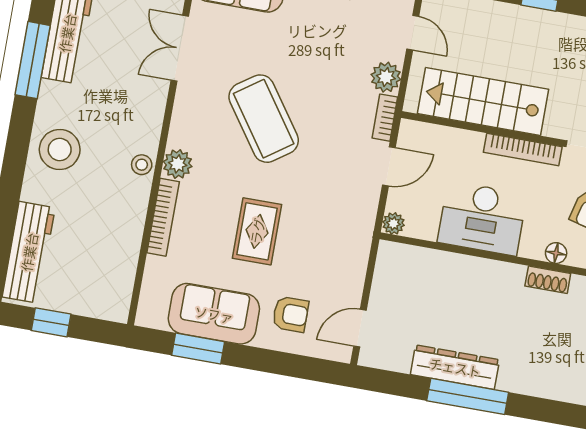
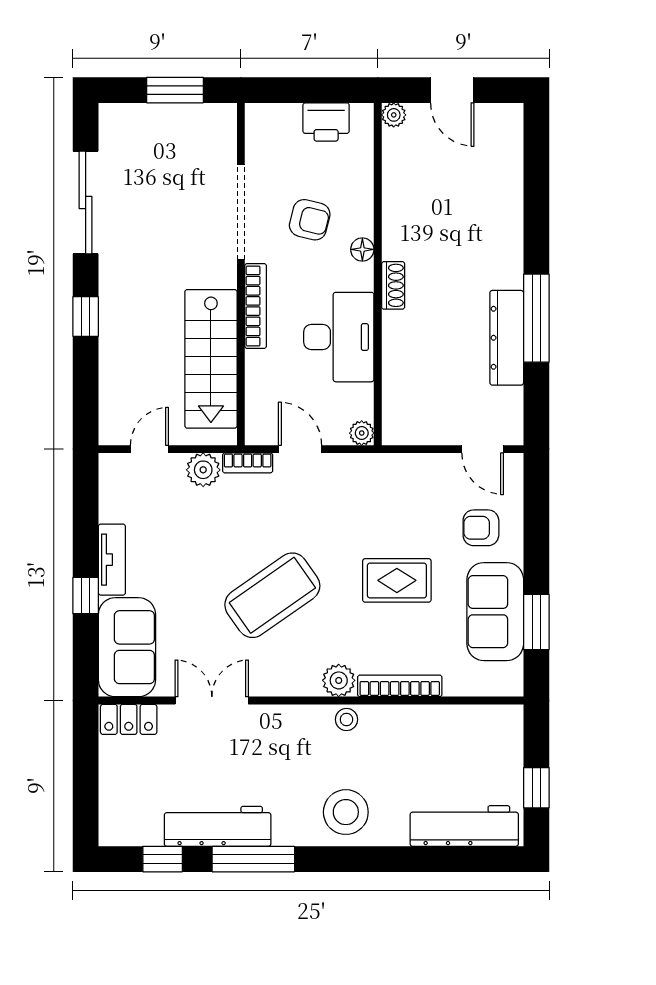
double door: (180, 48) -> (212, 701), swing flipped
shoe rack: (548, 280) -> (393, 285), moved
armchair: (290, 314) -> (481, 528), turned -90

